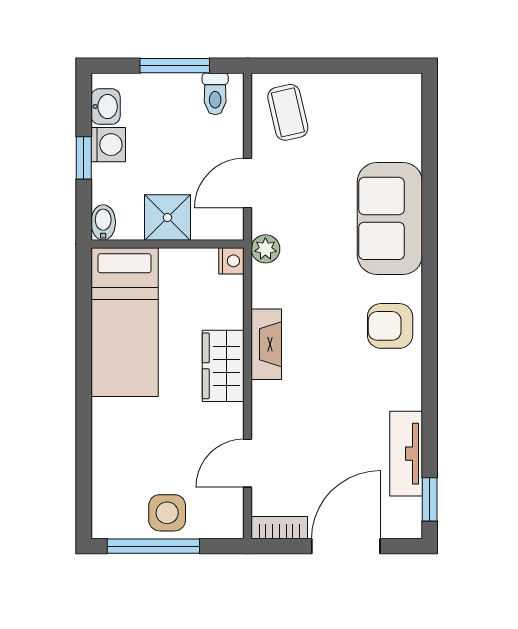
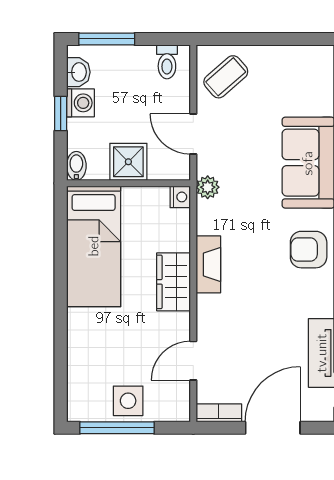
window: (175, 66) -> (107, 39), moved
coffee table: (288, 112) -> (226, 77), turned 62
door: (248, 183) -> (193, 134), hinge flipped

